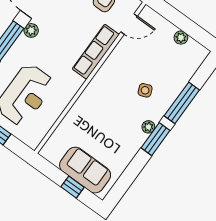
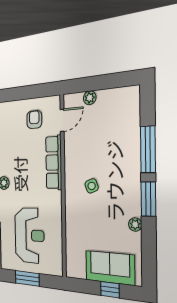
plant: (181, 38) -> (90, 98), moved
side table: (145, 90) -> (92, 186), moved
plant: (148, 127) -> (135, 224), moved

